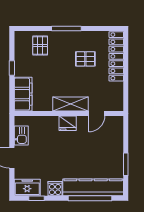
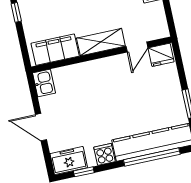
filing cabinet: (23, 94) -> (55, 50), moved, turned -90
fridge: (68, 123) -> (161, 55), moved
kitchen sink: (21, 135) -> (44, 83), moved

